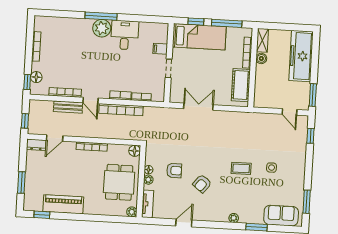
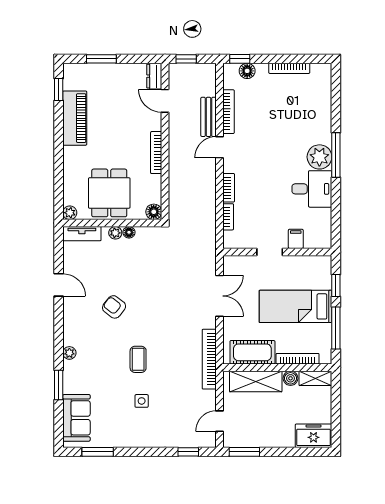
bed: (199, 37) -> (296, 306), moved, turned 90
freezer: (301, 56) -> (313, 436), width x0.52, depth x0.79
shelving: (262, 84) -> (256, 381), added
bookcase: (121, 110) -> (209, 359), moved
armchair: (174, 171) -> (130, 268), removed
dining table: (119, 182) -> (109, 193), turned 90

